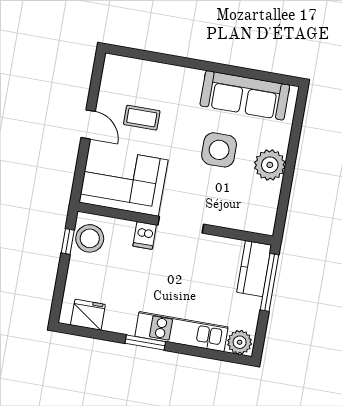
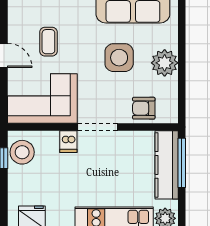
coffee table: (142, 118) -> (48, 42), turned 90
armchair: (237, 212) -> (144, 108), added
kitchen counter: (254, 269) -> (167, 165), width x1.50

